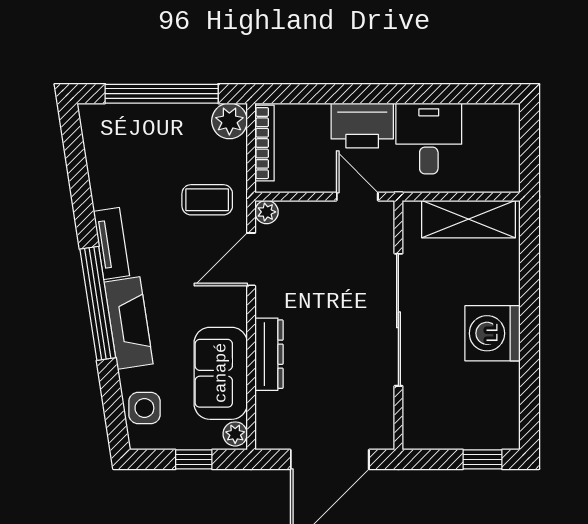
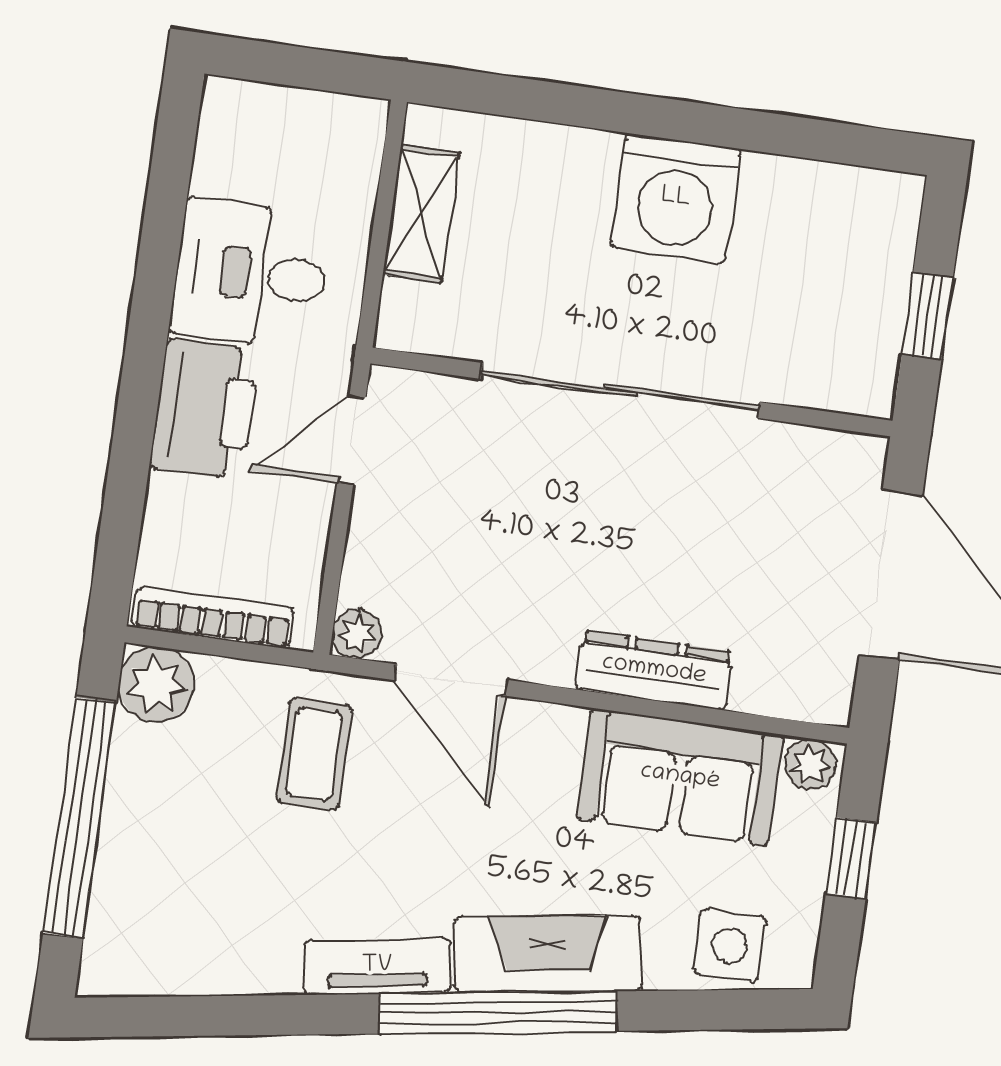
shelving: (469, 219) -> (421, 213), width x0.67, depth x0.75
window: (483, 459) -> (927, 316), moved

